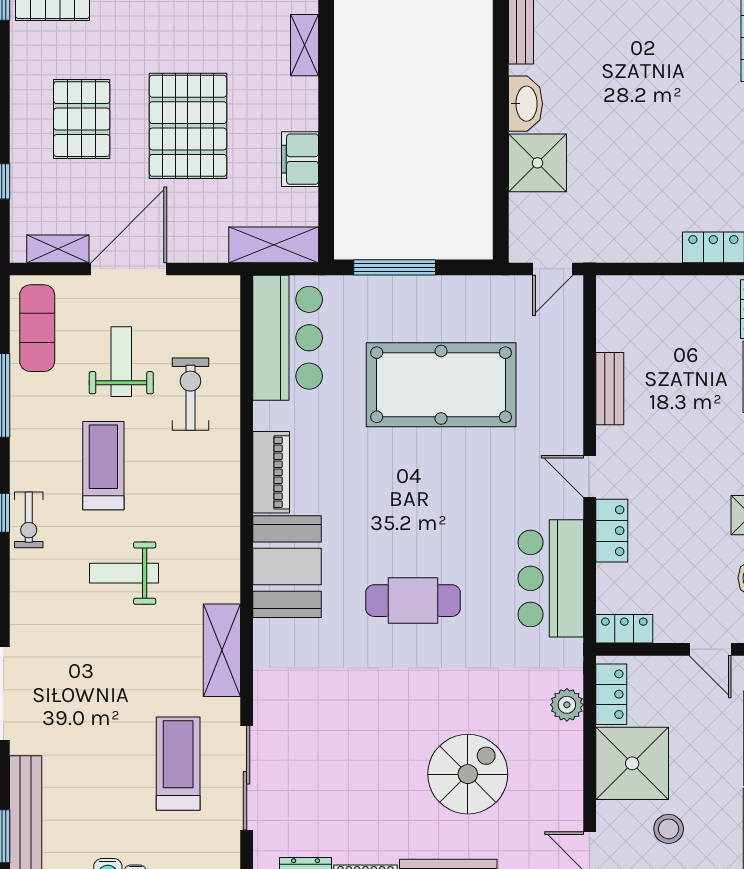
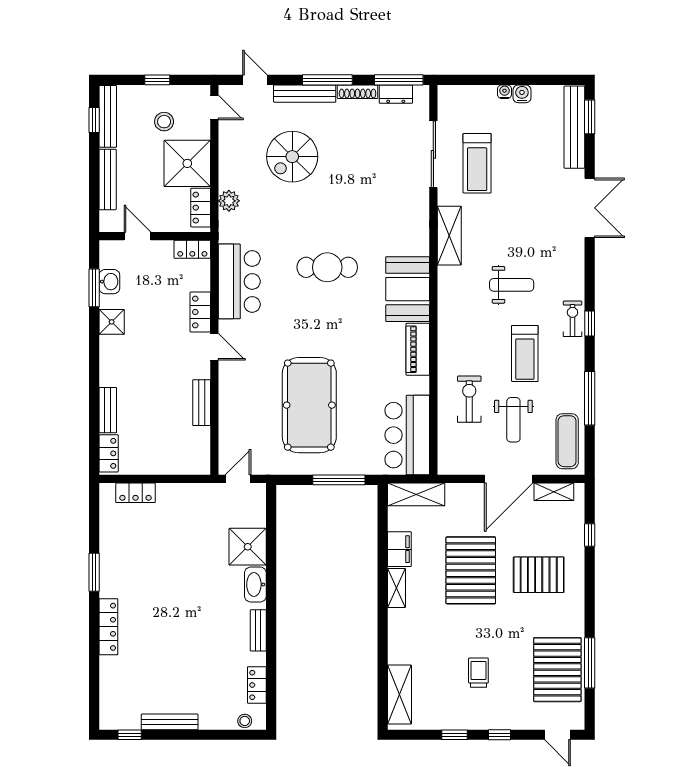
shelving: (304, 45) -> (396, 588), moved
pallet: (82, 119) -> (539, 575), turned 90
pool table: (441, 385) -> (309, 405), turned 90
exercise bike: (190, 394) -> (469, 399), turned 180

